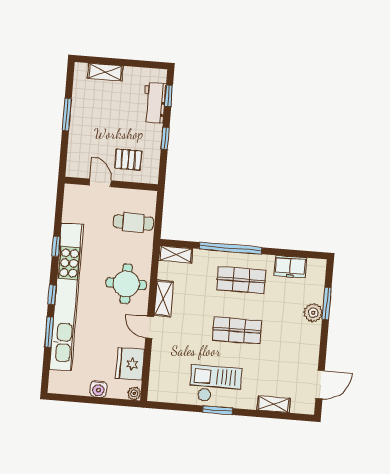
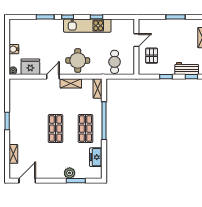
kitchen unit: (66, 297) -> (87, 26), width x0.54
checkout: (216, 384) -> (22, 118), removed
door: (320, 385) -> (27, 181), swing flipped

